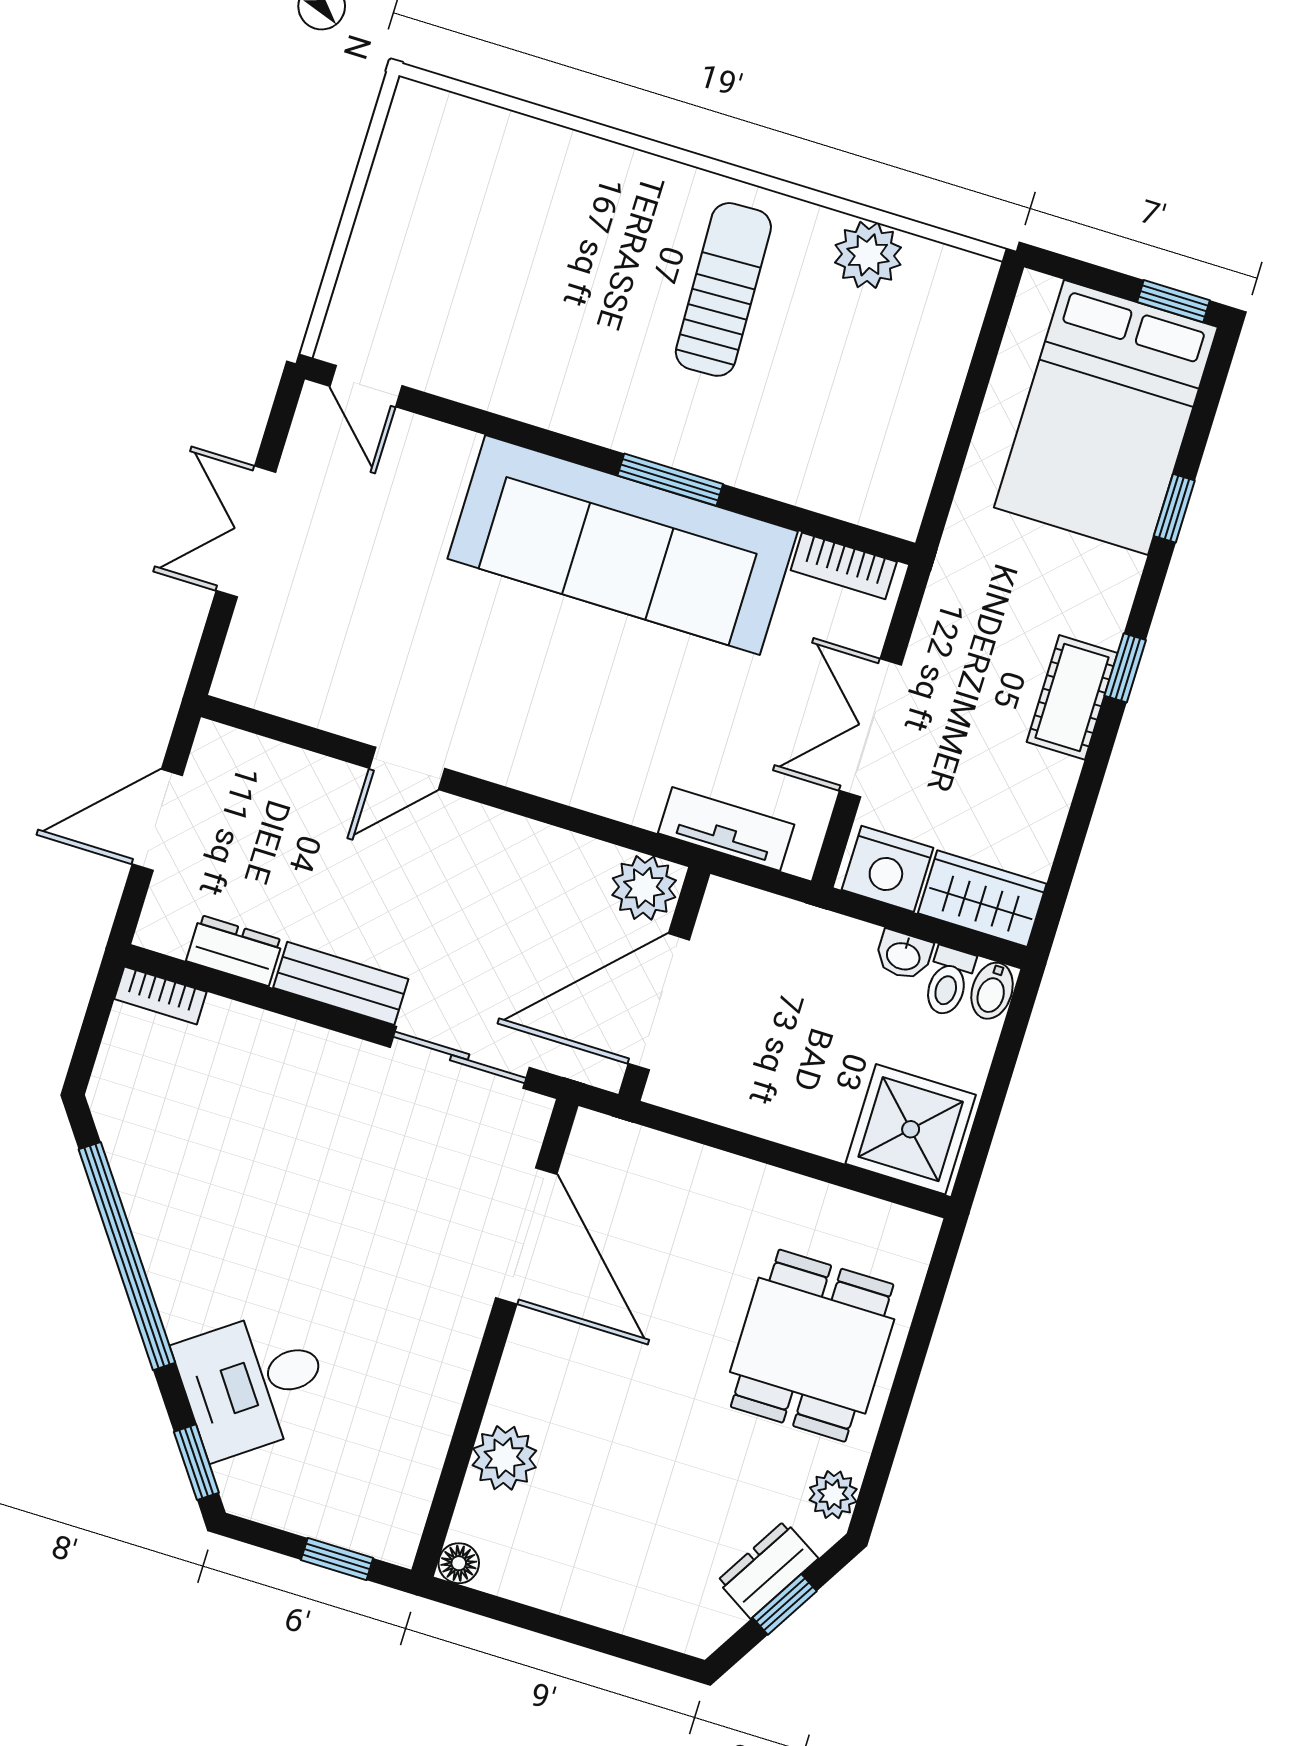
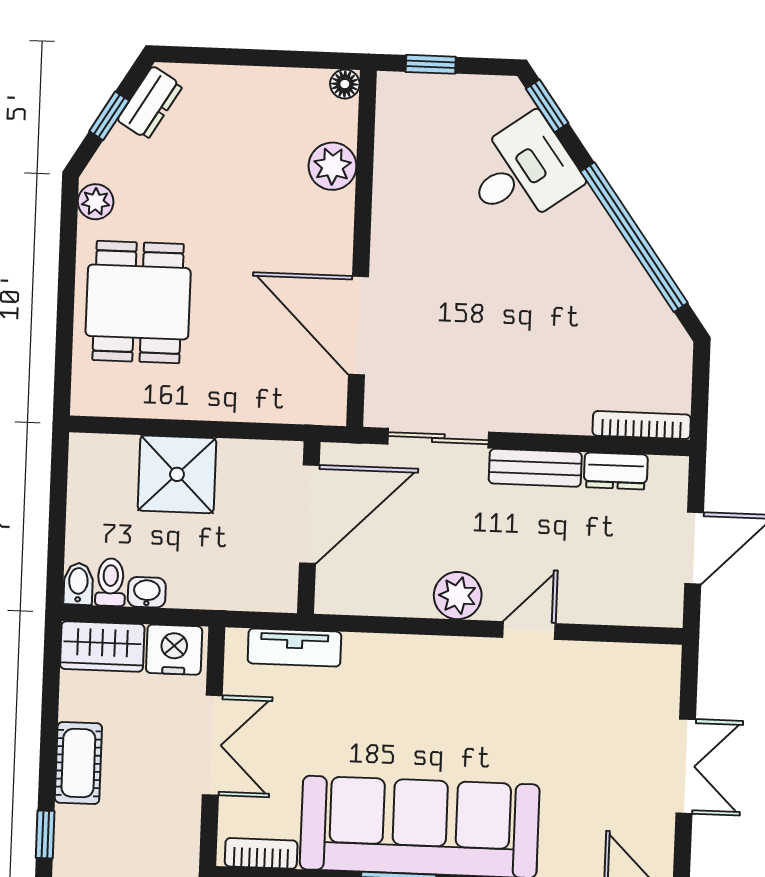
cot: (1072, 697) -> (78, 763), moved
plant: (644, 888) -> (458, 596), moved
bookcase: (160, 995) -> (642, 425), width x1.56
shower: (911, 1129) -> (177, 474), moved
dresser: (768, 1570) -> (150, 103), moved

